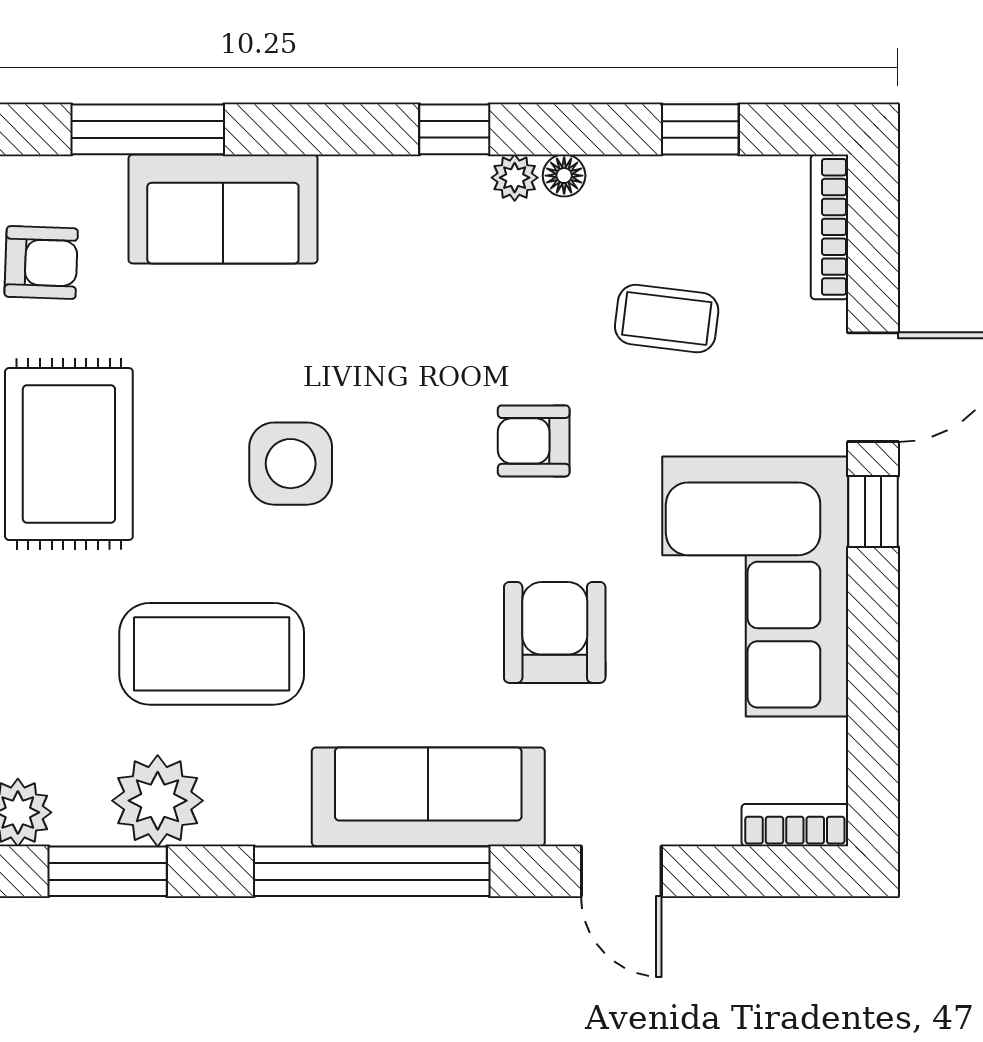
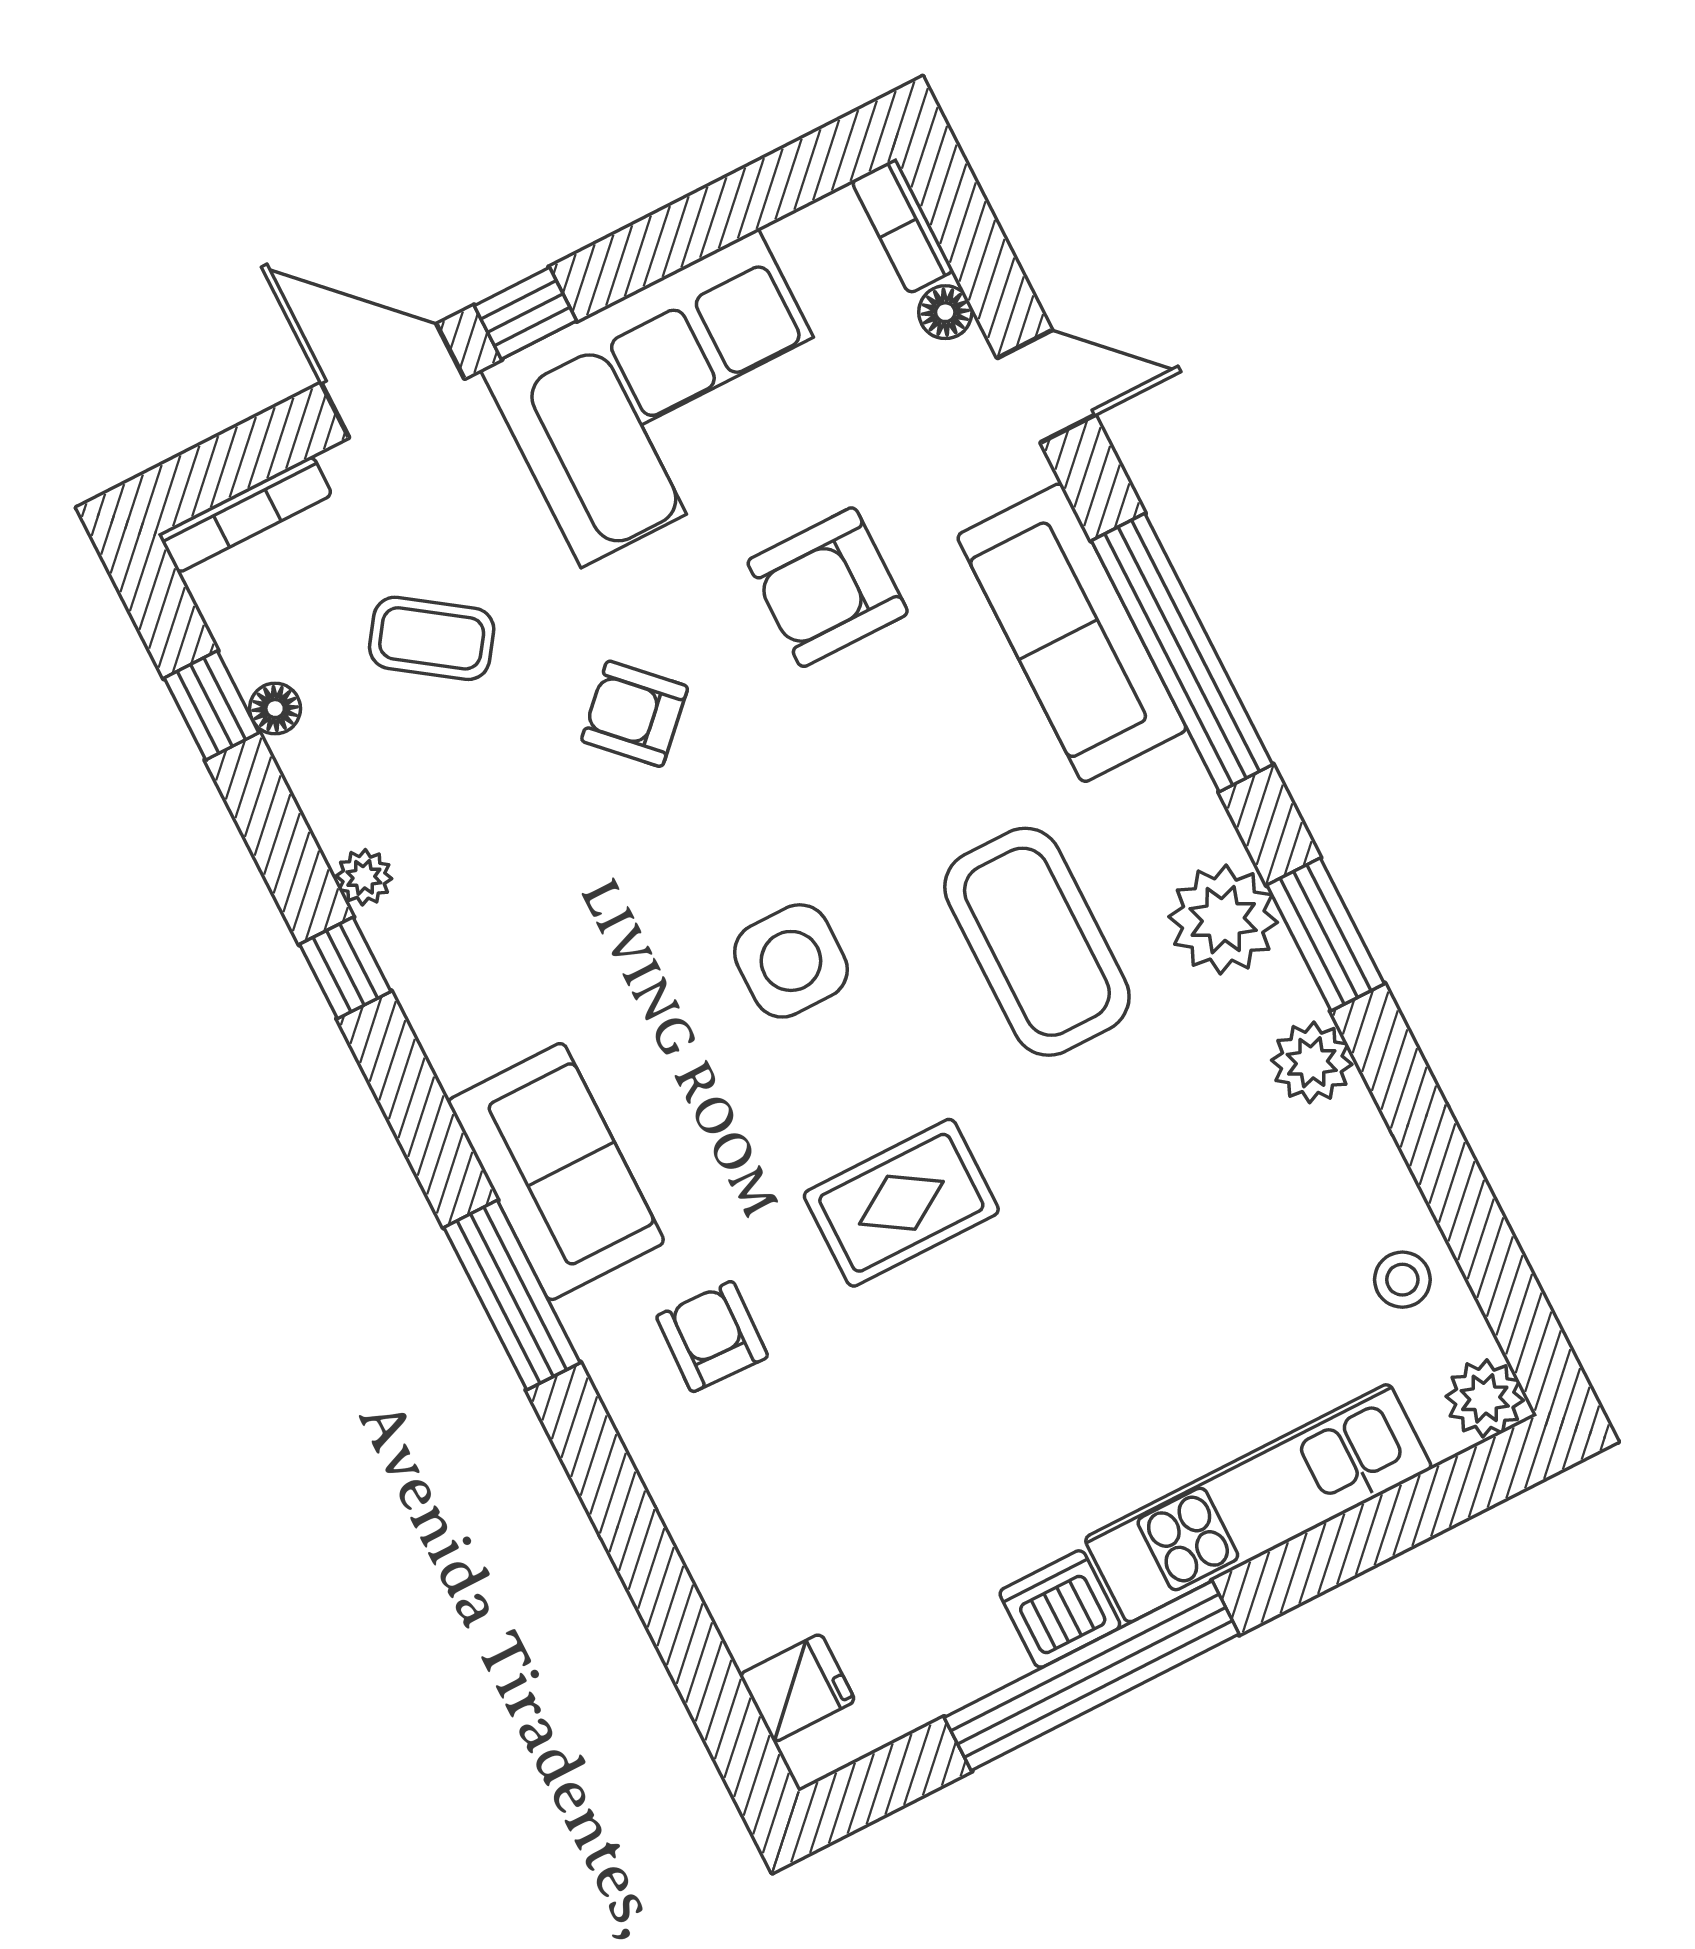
floor lamp: (564, 176) -> (275, 709), moved
coffee table: (667, 319) -> (432, 638), turned -62
armchair: (534, 441) -> (635, 714), turned 135
rug: (69, 454) -> (901, 1203), width x0.73, depth x0.70
floor lamp: (715, 824) -> (945, 312), added
door: (621, 871) -> (1046, 386), hinge flipped

